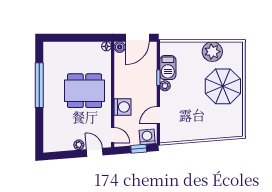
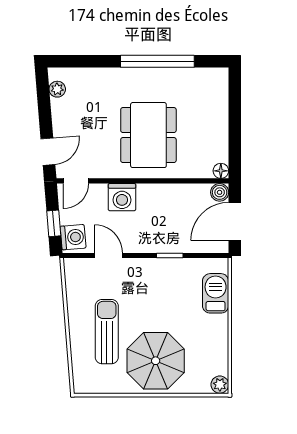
door: (137, 38) -> (235, 221), hinge flipped
plant: (212, 52) -> (220, 385), moved, width x0.53, depth x0.53
barbecue: (168, 68) -> (216, 293), moved, turned 90
plant: (165, 86) -> (156, 266), removed
sun lounger: (205, 116) -> (107, 332), added
plant: (79, 145) -> (57, 89), moved

